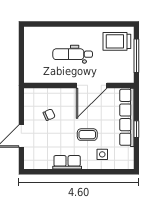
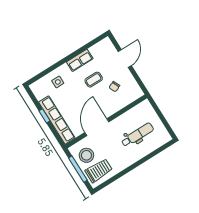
dental chair: (73, 54) -> (137, 135), moved
stool: (119, 64) -> (86, 155), added
coffee table: (87, 135) -> (94, 80), moved

